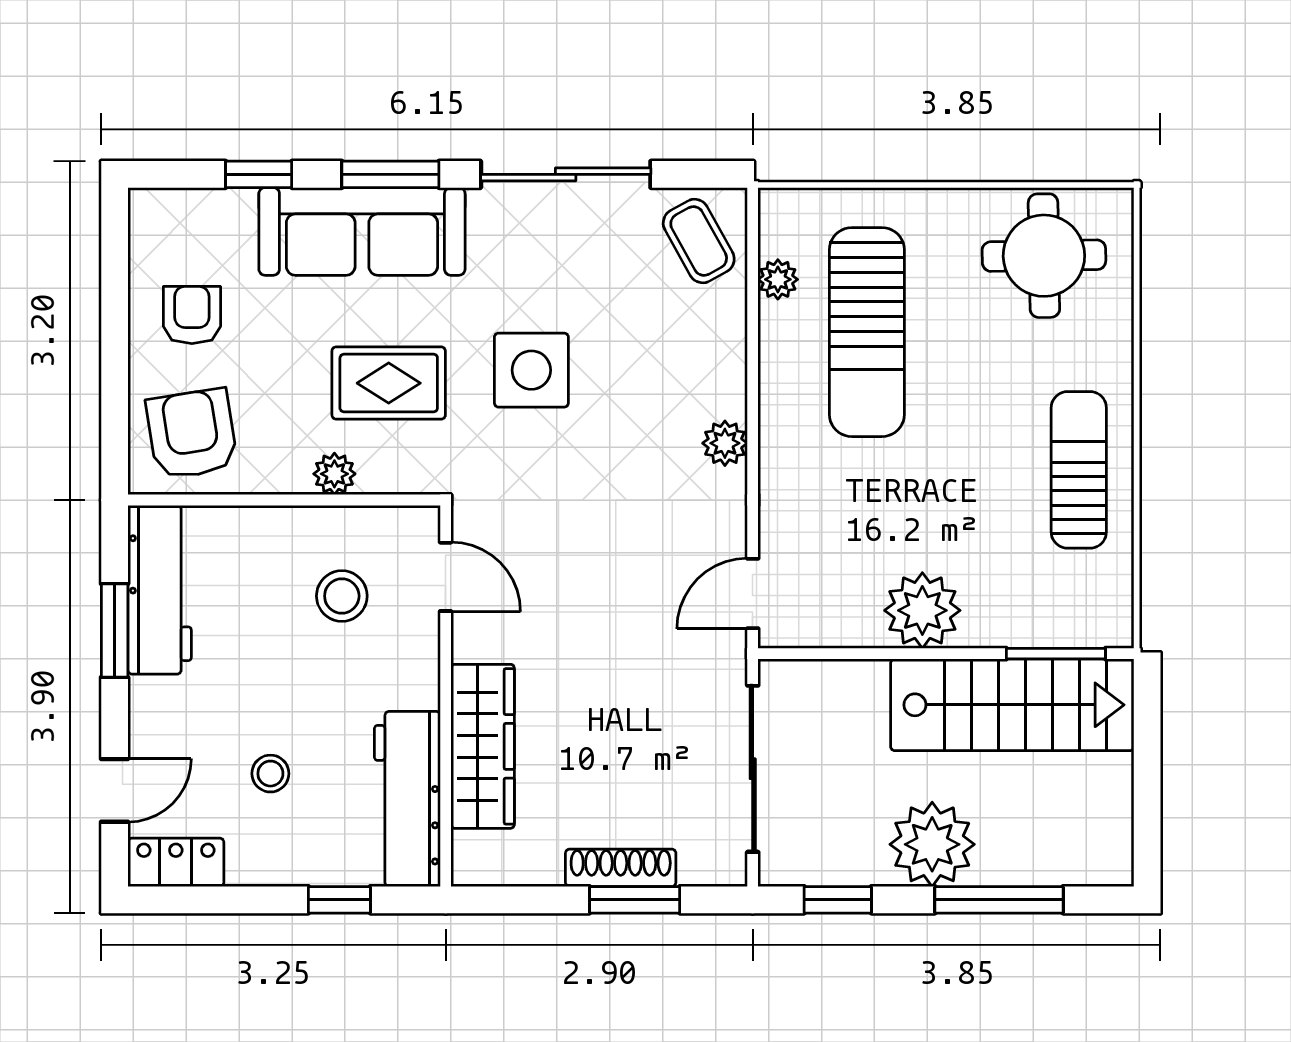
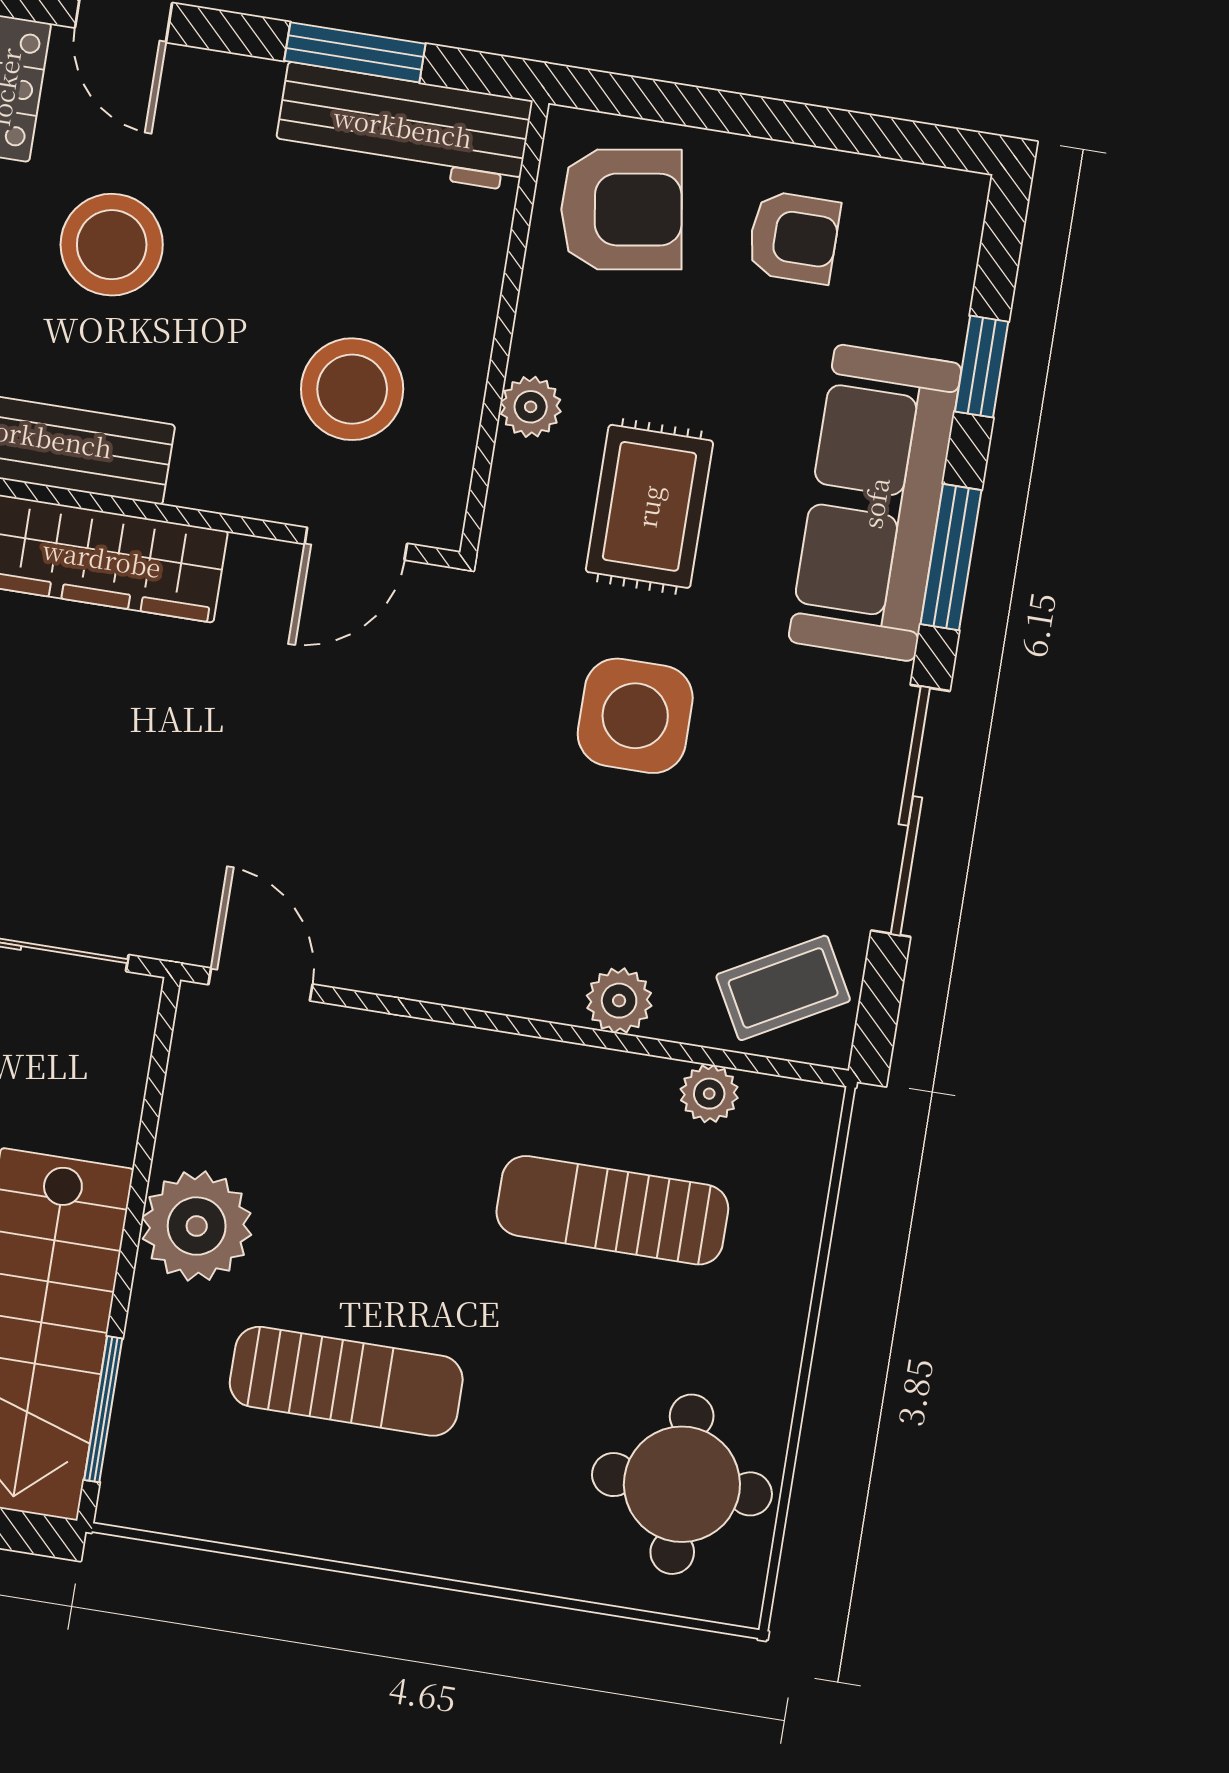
sun lounger: (867, 332) -> (612, 1210), width x0.73, depth x0.75
plant: (725, 443) -> (619, 1001), moved
sun lounger: (1079, 470) -> (346, 1381), moved
stool: (342, 596) -> (352, 389), width x1.38, depth x1.38
stool: (270, 774) -> (112, 245), width x1.89, depth x1.89

